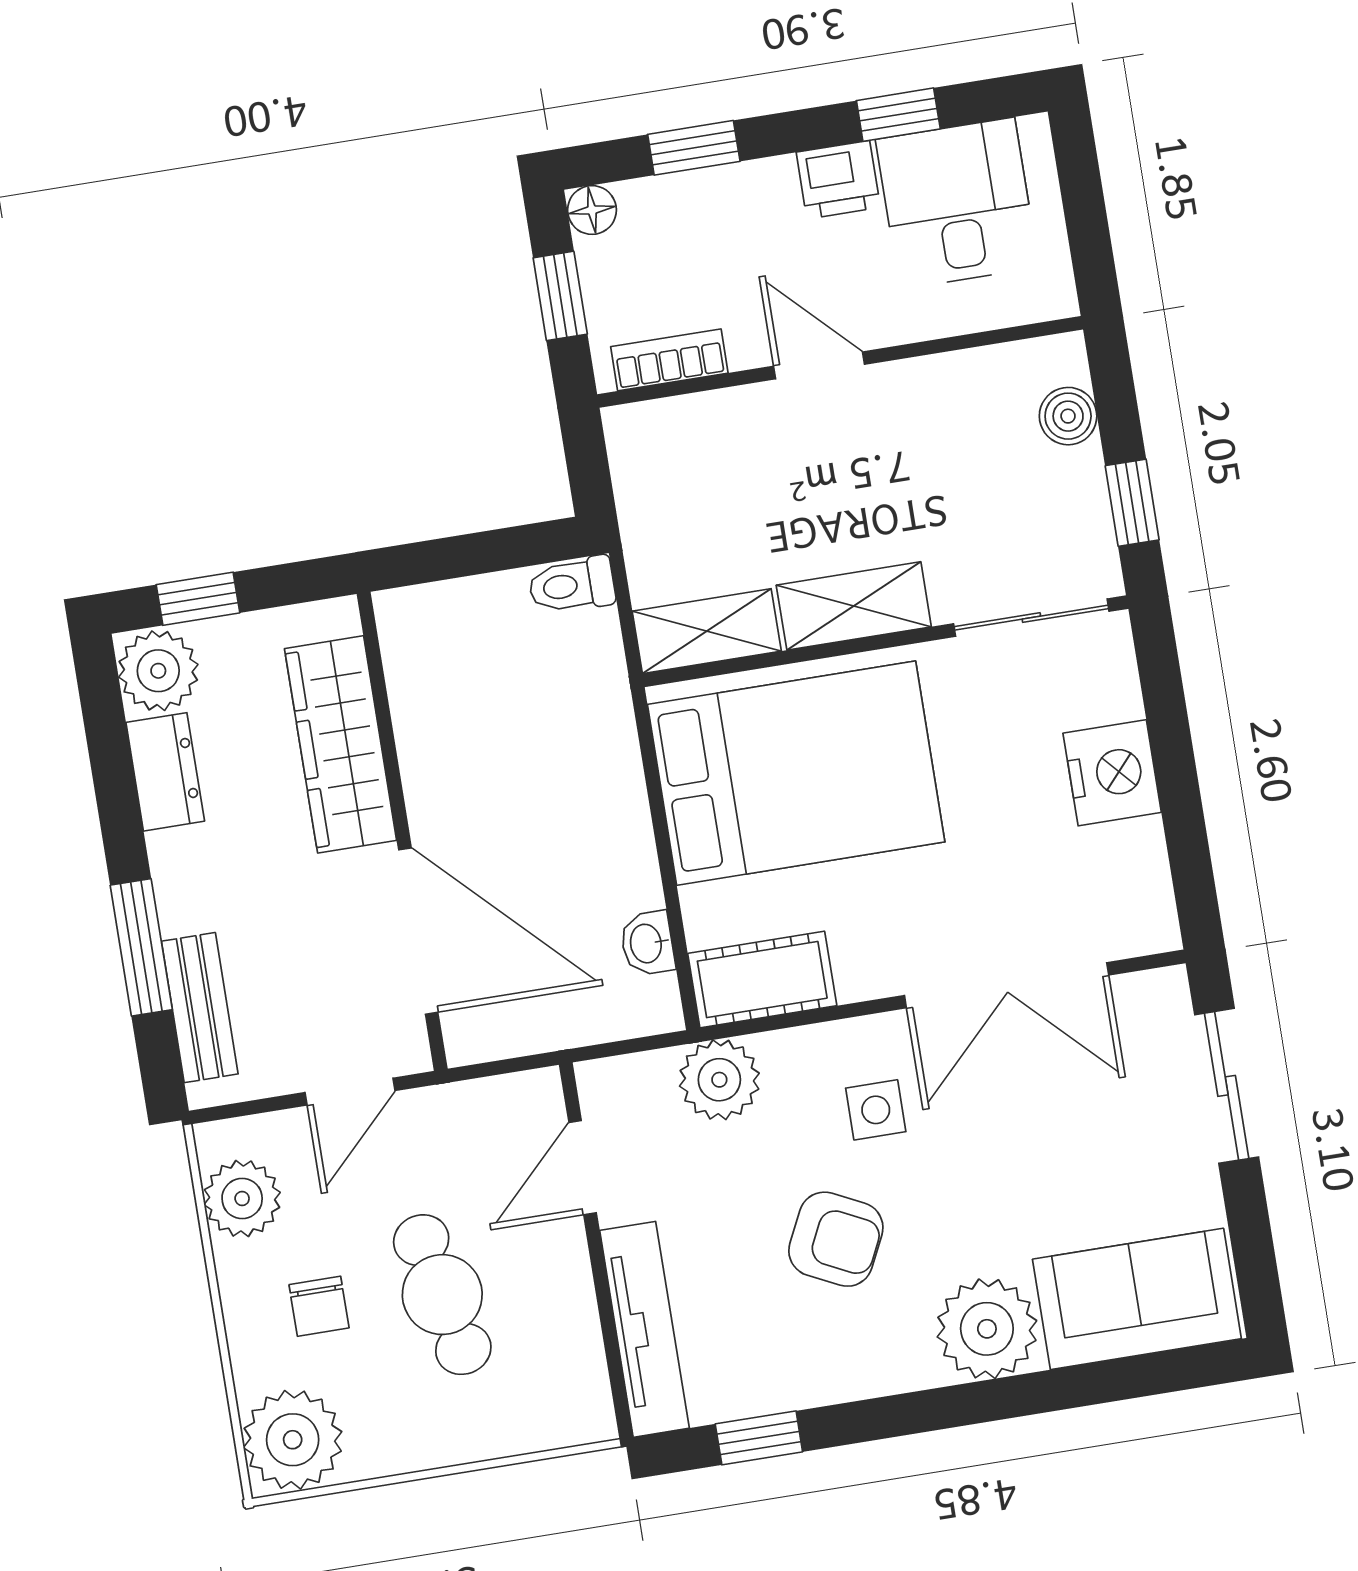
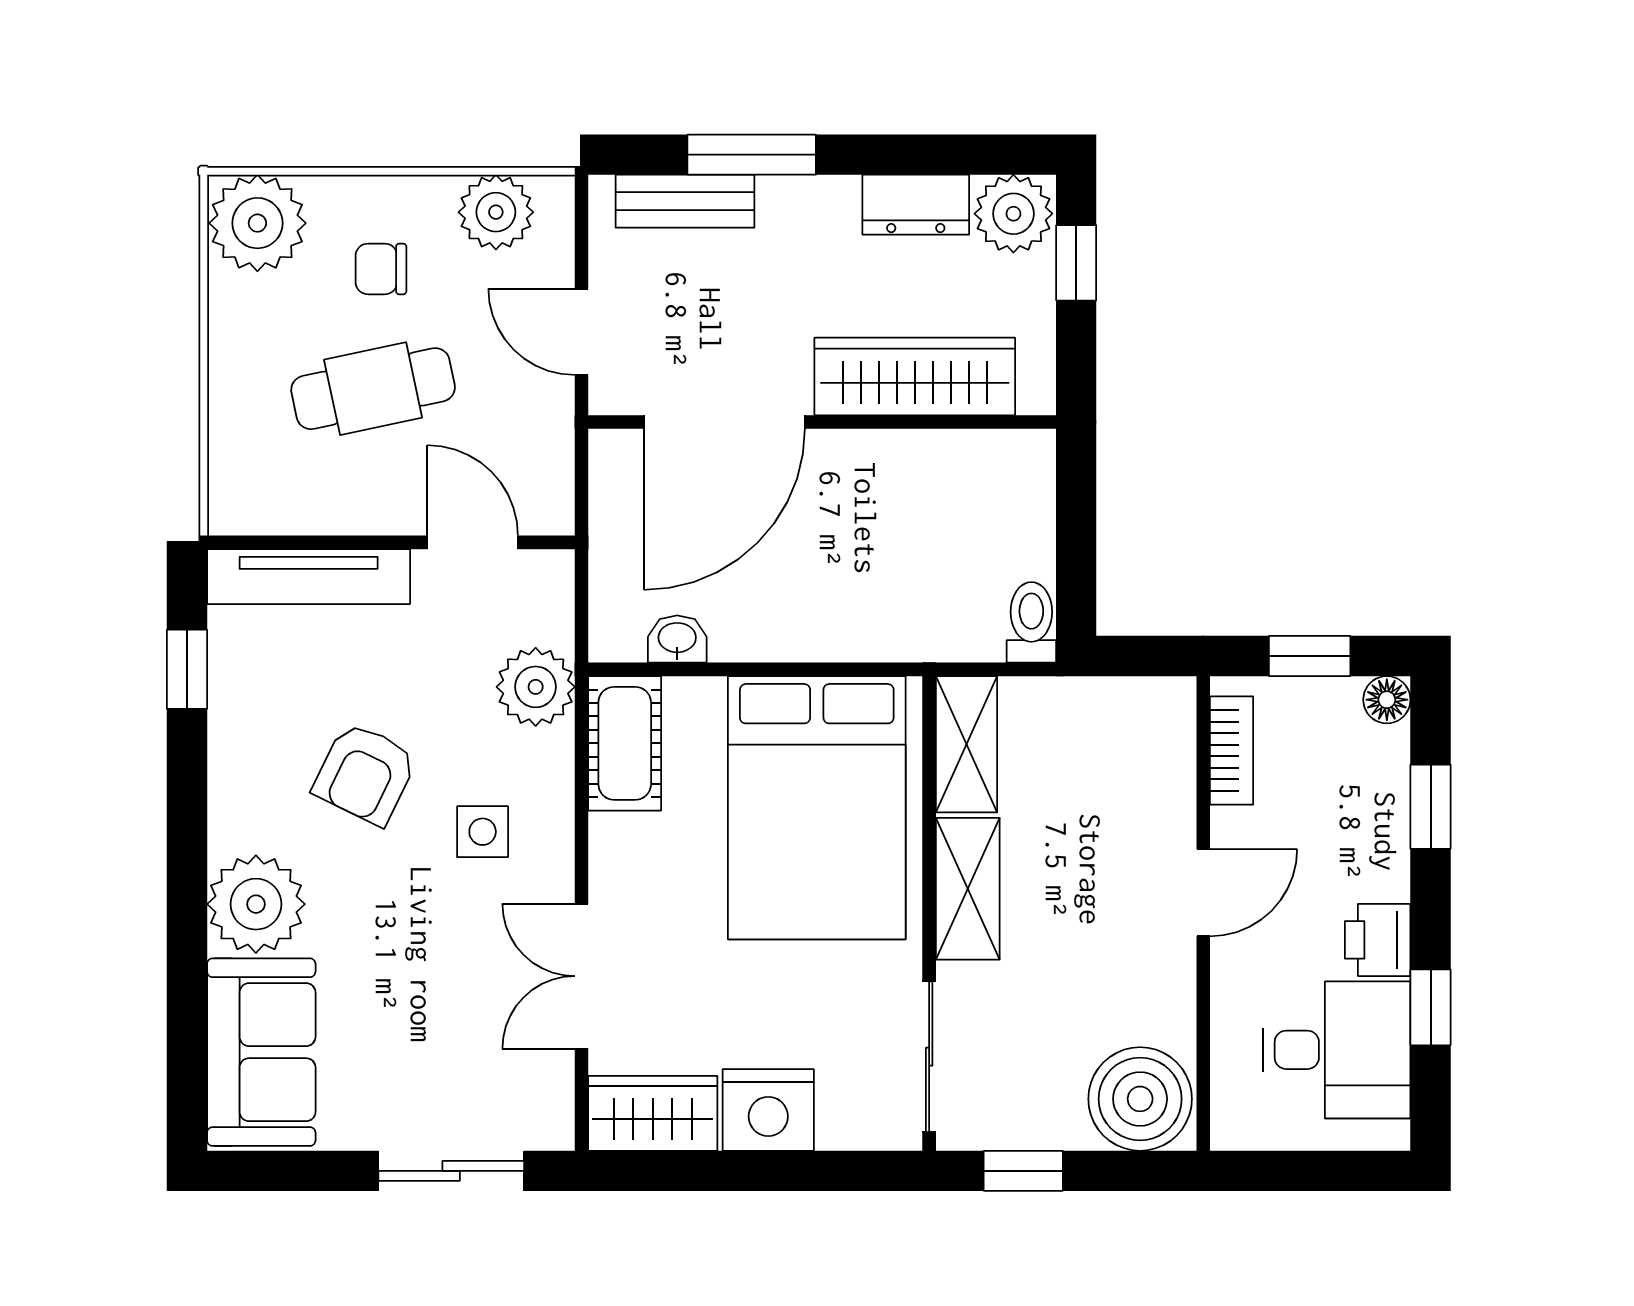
boiler: (1068, 416) -> (1140, 1099), width x1.86, depth x1.86
wardrobe: (1135, 890) -> (653, 1113), added
double door: (1007, 985) -> (581, 976), width x0.73

